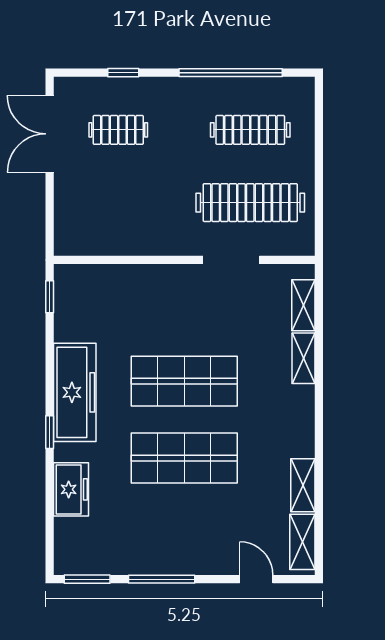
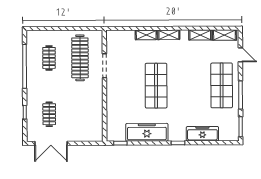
clothes rail: (250, 130) -> (49, 58), width x0.73
shelving: (303, 305) -> (169, 35), moved
freezer: (75, 392) -> (147, 132), moved
shop shelf: (184, 458) -> (222, 85), moved
freezer: (71, 489) -> (202, 134), width x1.40
door: (256, 579) -> (240, 55), swing flipped

